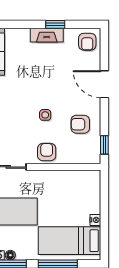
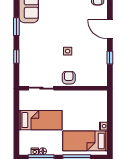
armchair: (80, 124) -> (93, 58), removed
window: (104, 145) -> (110, 58), moved

